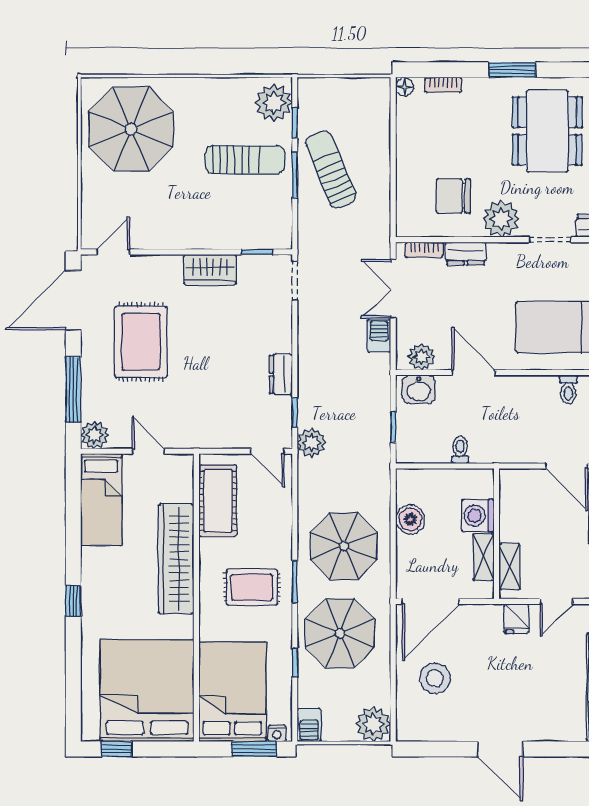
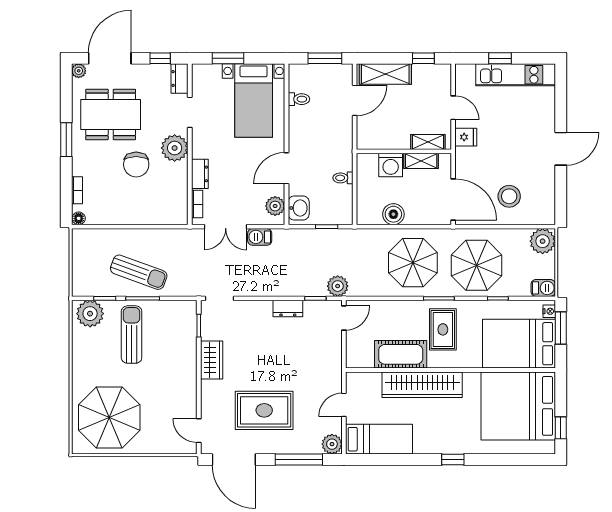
sun lounger: (331, 169) -> (139, 272), turned -138
chair: (453, 196) -> (136, 165), moved
cot: (218, 501) -> (401, 354), moved

